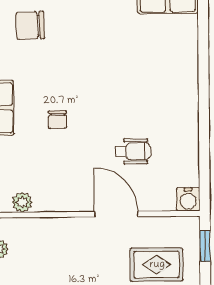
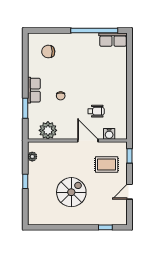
water cooler: (188, 199) -> (109, 134), moved
plant: (22, 202) -> (48, 130), width x1.87, depth x1.87

